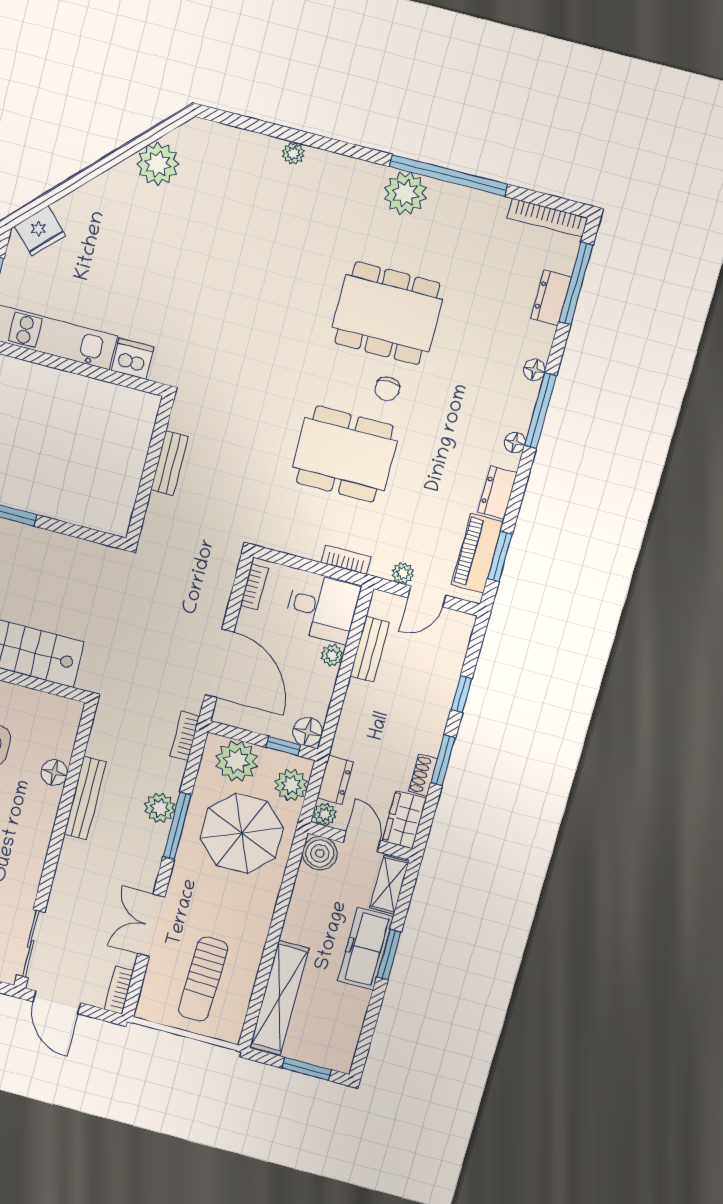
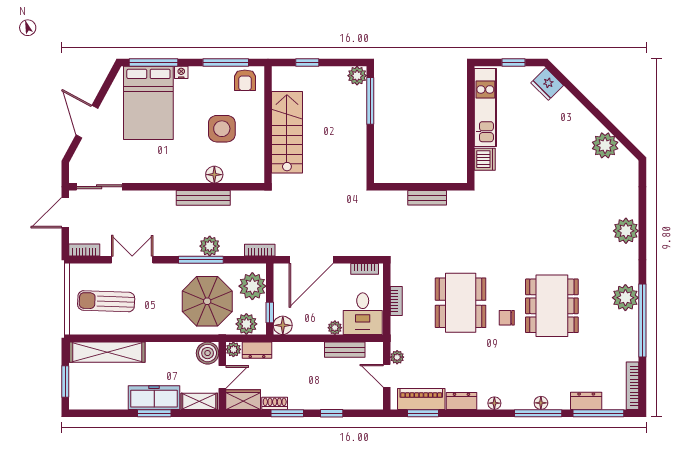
plant: (293, 153) -> (626, 231), width x1.87, depth x1.87
window: (540, 411) -> (538, 413), moved
bookcase: (346, 560) -> (396, 301), moved

